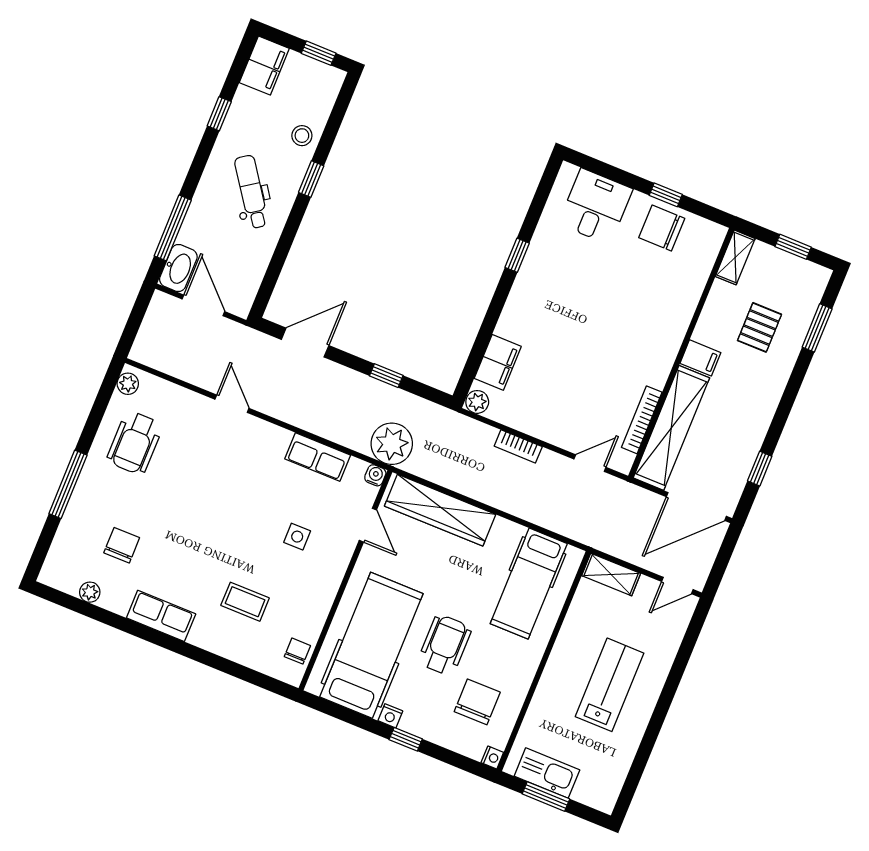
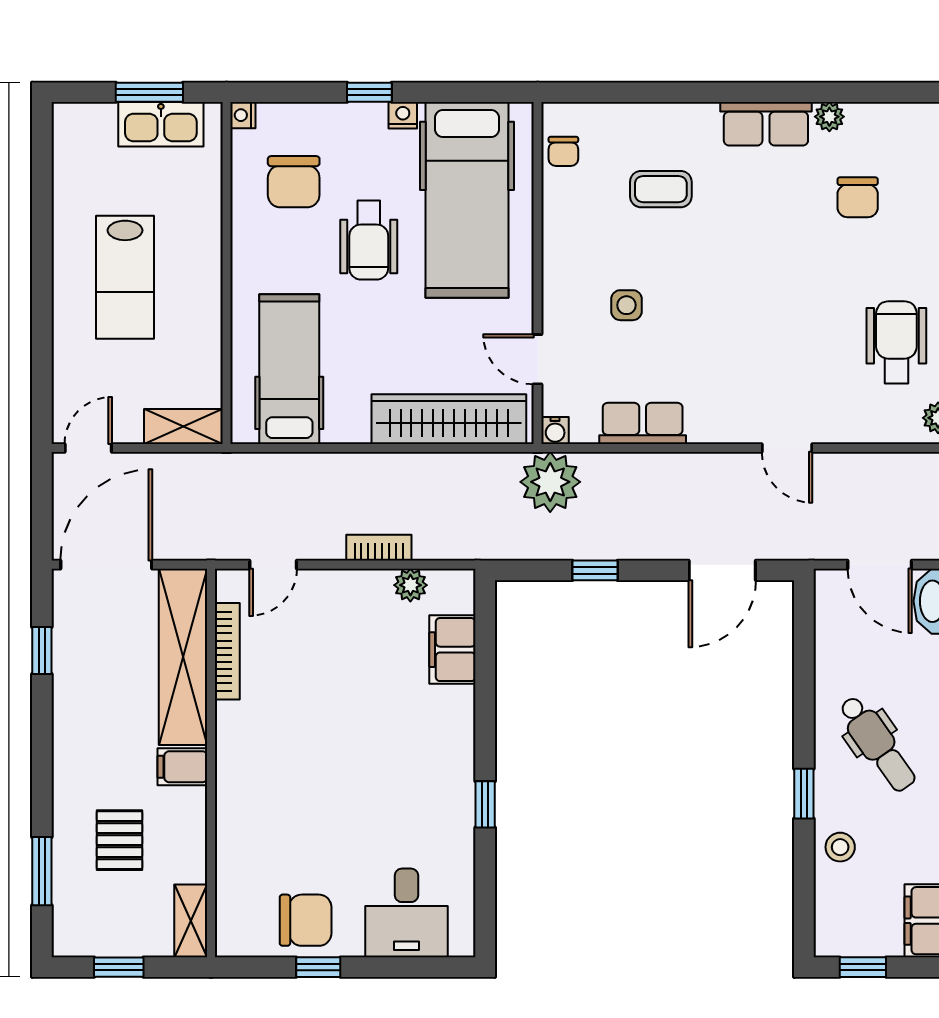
plant: (477, 402) -> (410, 585), moved
plant: (90, 592) -> (829, 117), moved

